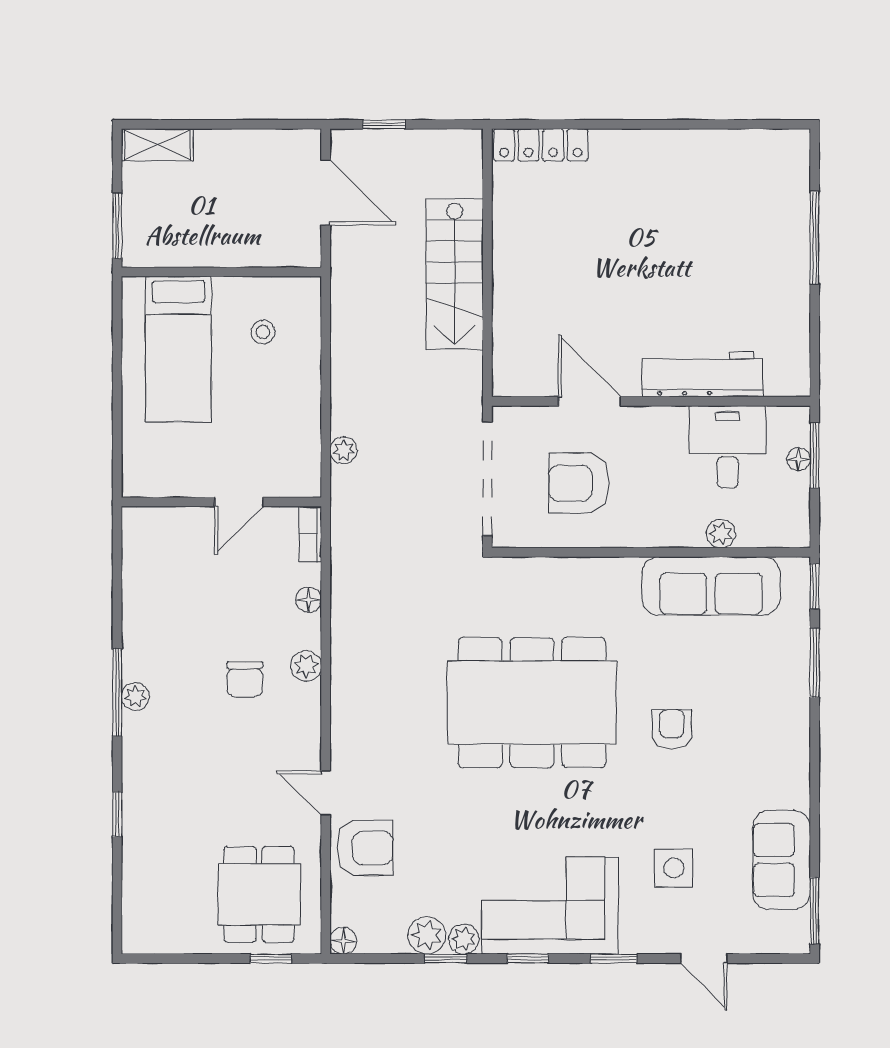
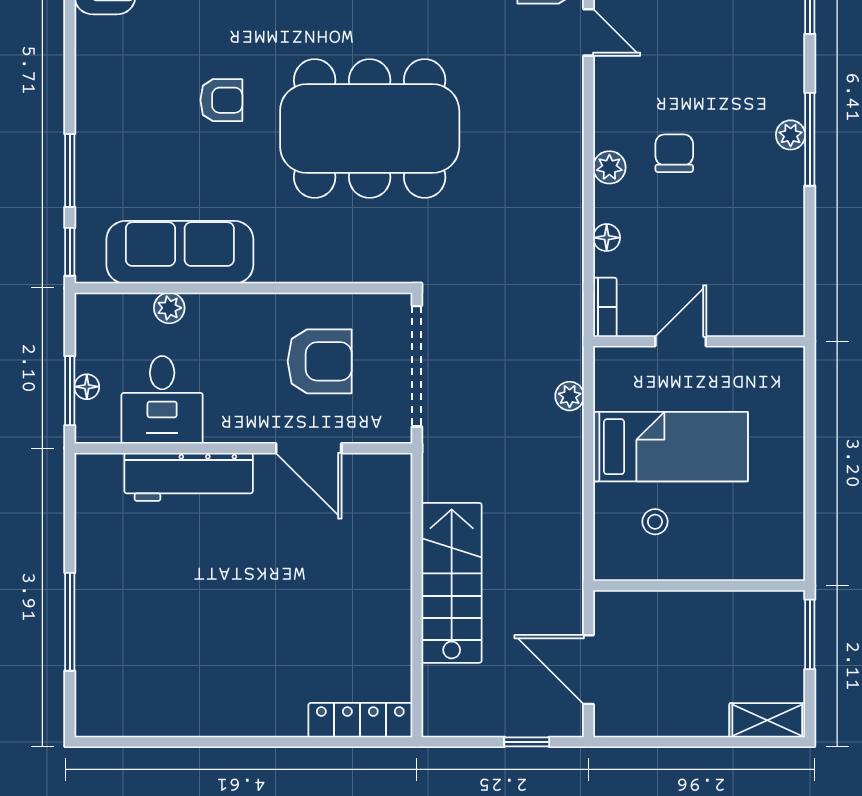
bed: (178, 349) -> (671, 447), moved, turned 90
armchair: (672, 729) -> (221, 100), turned -90

